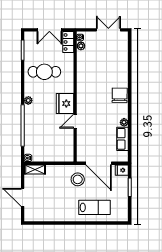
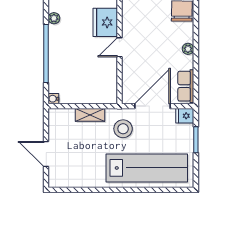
row of seats: (123, 139) -> (186, 86), moved
door: (99, 163) -> (152, 106), swing flipped
shelving: (35, 169) -> (90, 115), moved
lab bench: (95, 207) -> (147, 168), width x1.86, depth x1.39

